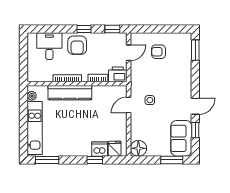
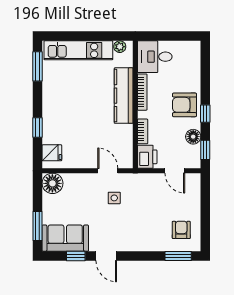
floor lamp: (102, 38) -> (193, 137), added
desk: (49, 46) -> (155, 57), moved, turned 180
armchair: (159, 52) -> (181, 230), moved
dishwasher: (100, 149) -> (51, 134), removed

